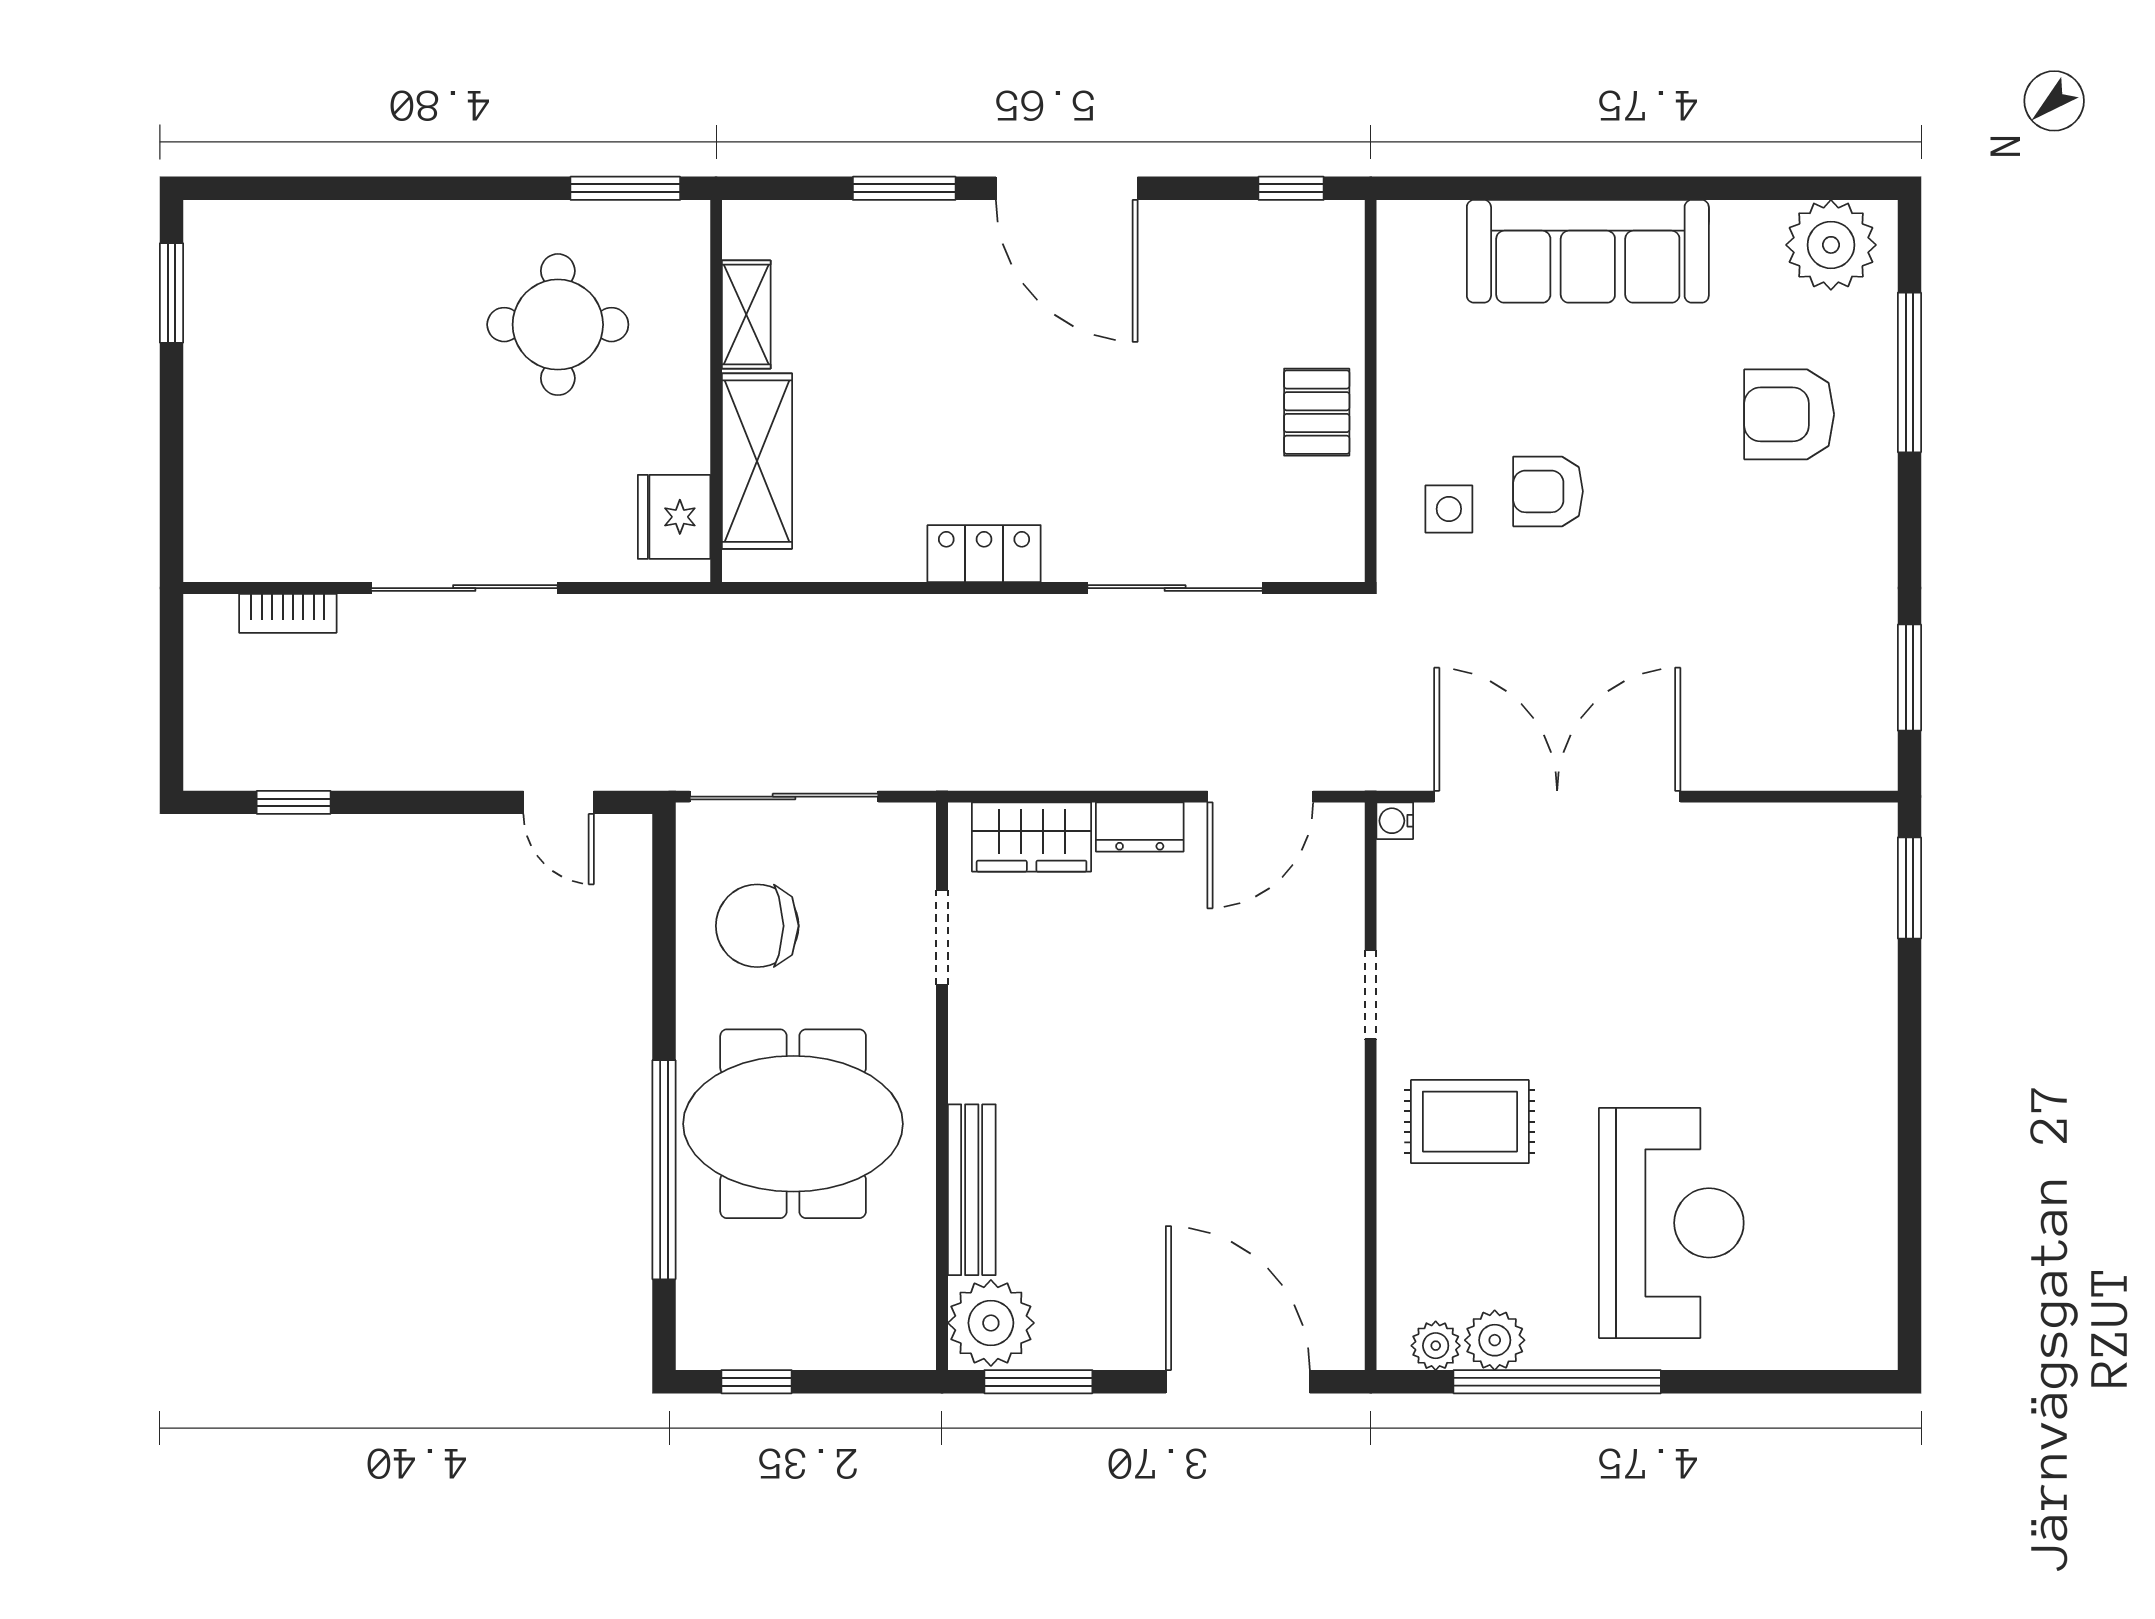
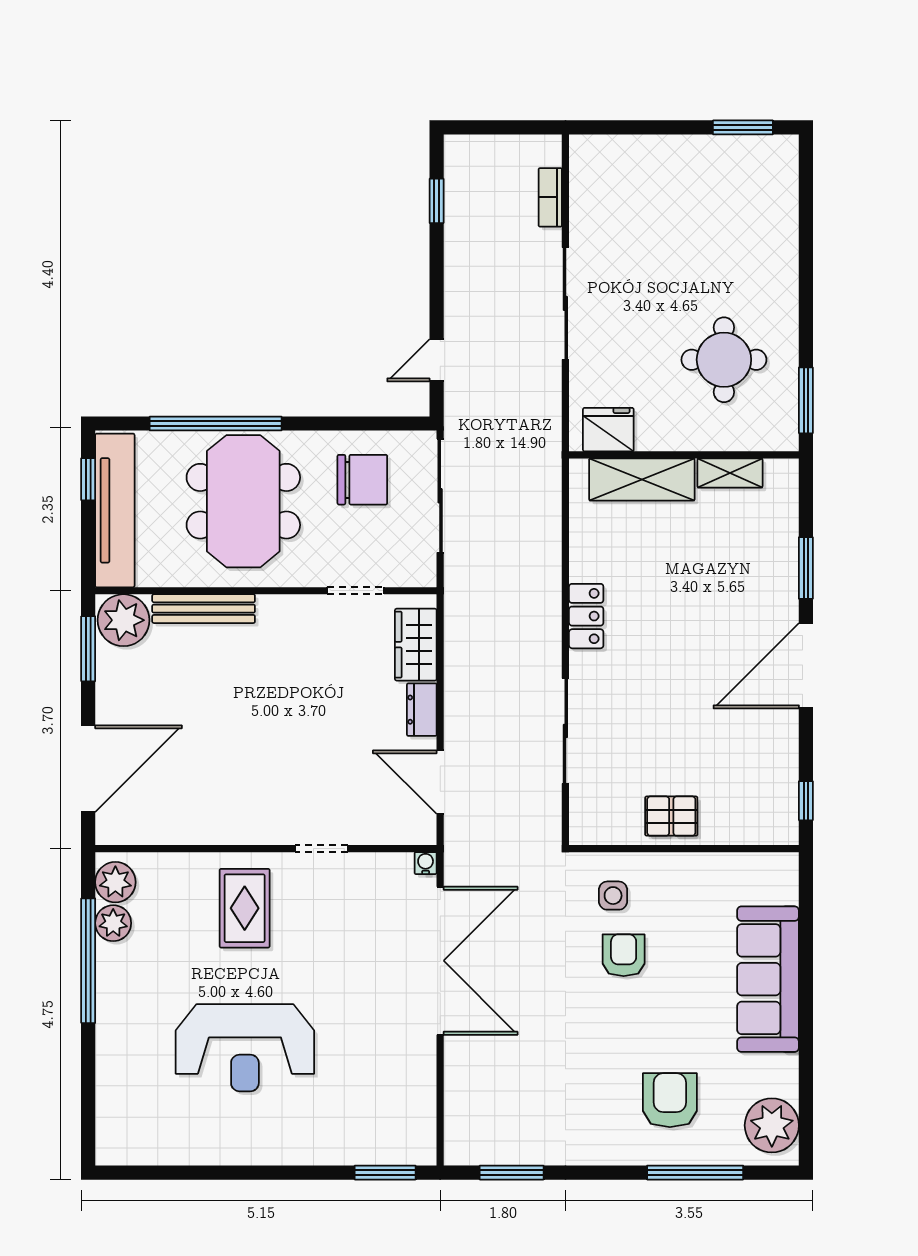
chair: (757, 926) -> (362, 480), turned 90
reception desk: (1671, 1223) -> (245, 1048), moved
tv unit: (808, 1337) -> (115, 510), added
plant: (1436, 1346) -> (115, 882), width x1.38, depth x1.38

